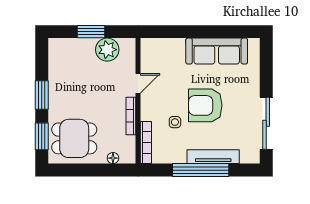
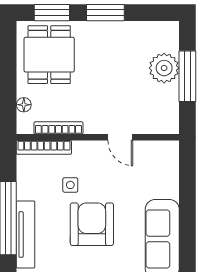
window: (91, 32) -> (187, 76), width x1.44
plant: (107, 50) -> (164, 68), moved
bookcase: (131, 116) -> (58, 128), moved

